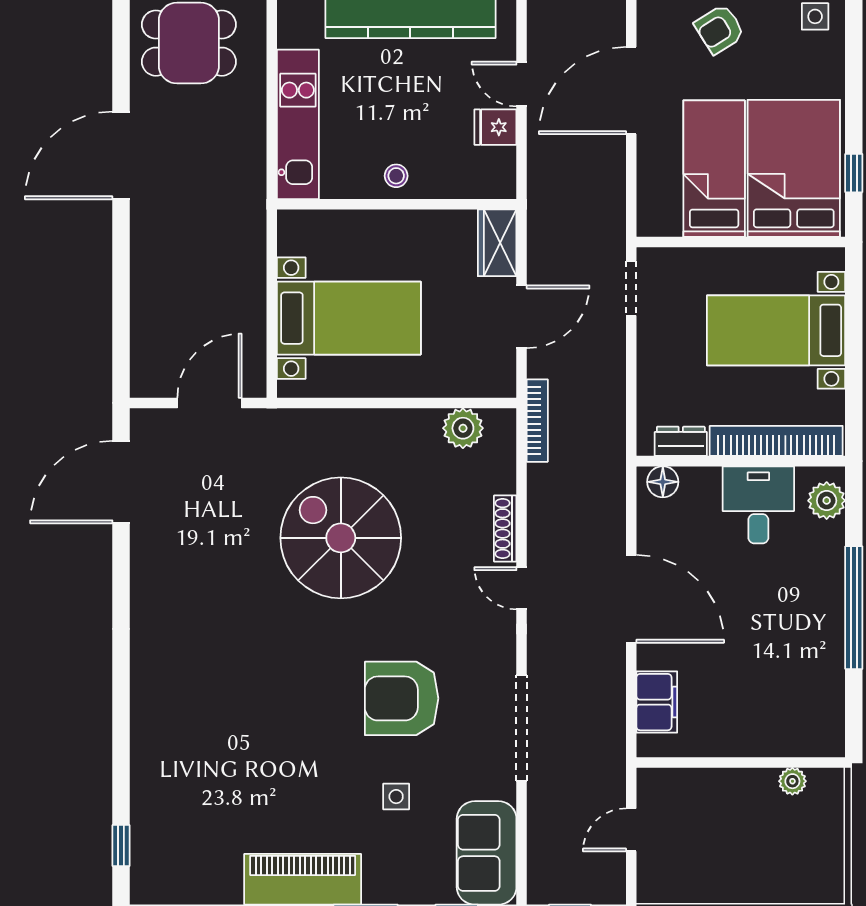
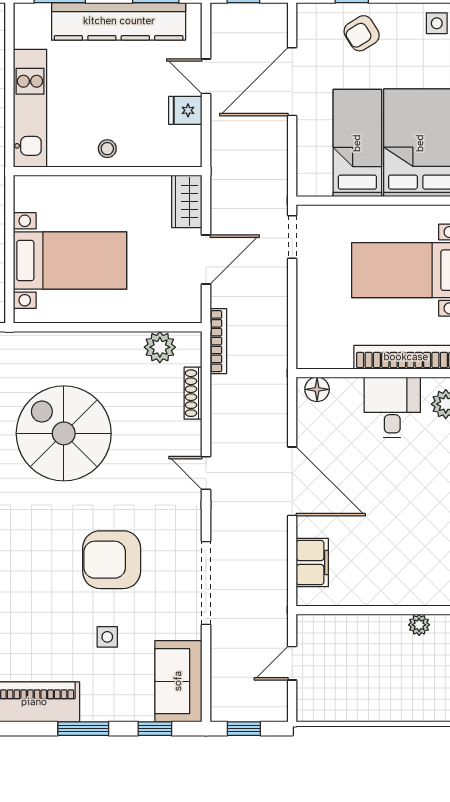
dresser: (681, 441) -> (331, 357), removed
shoe rack: (505, 529) -> (193, 393), moved

